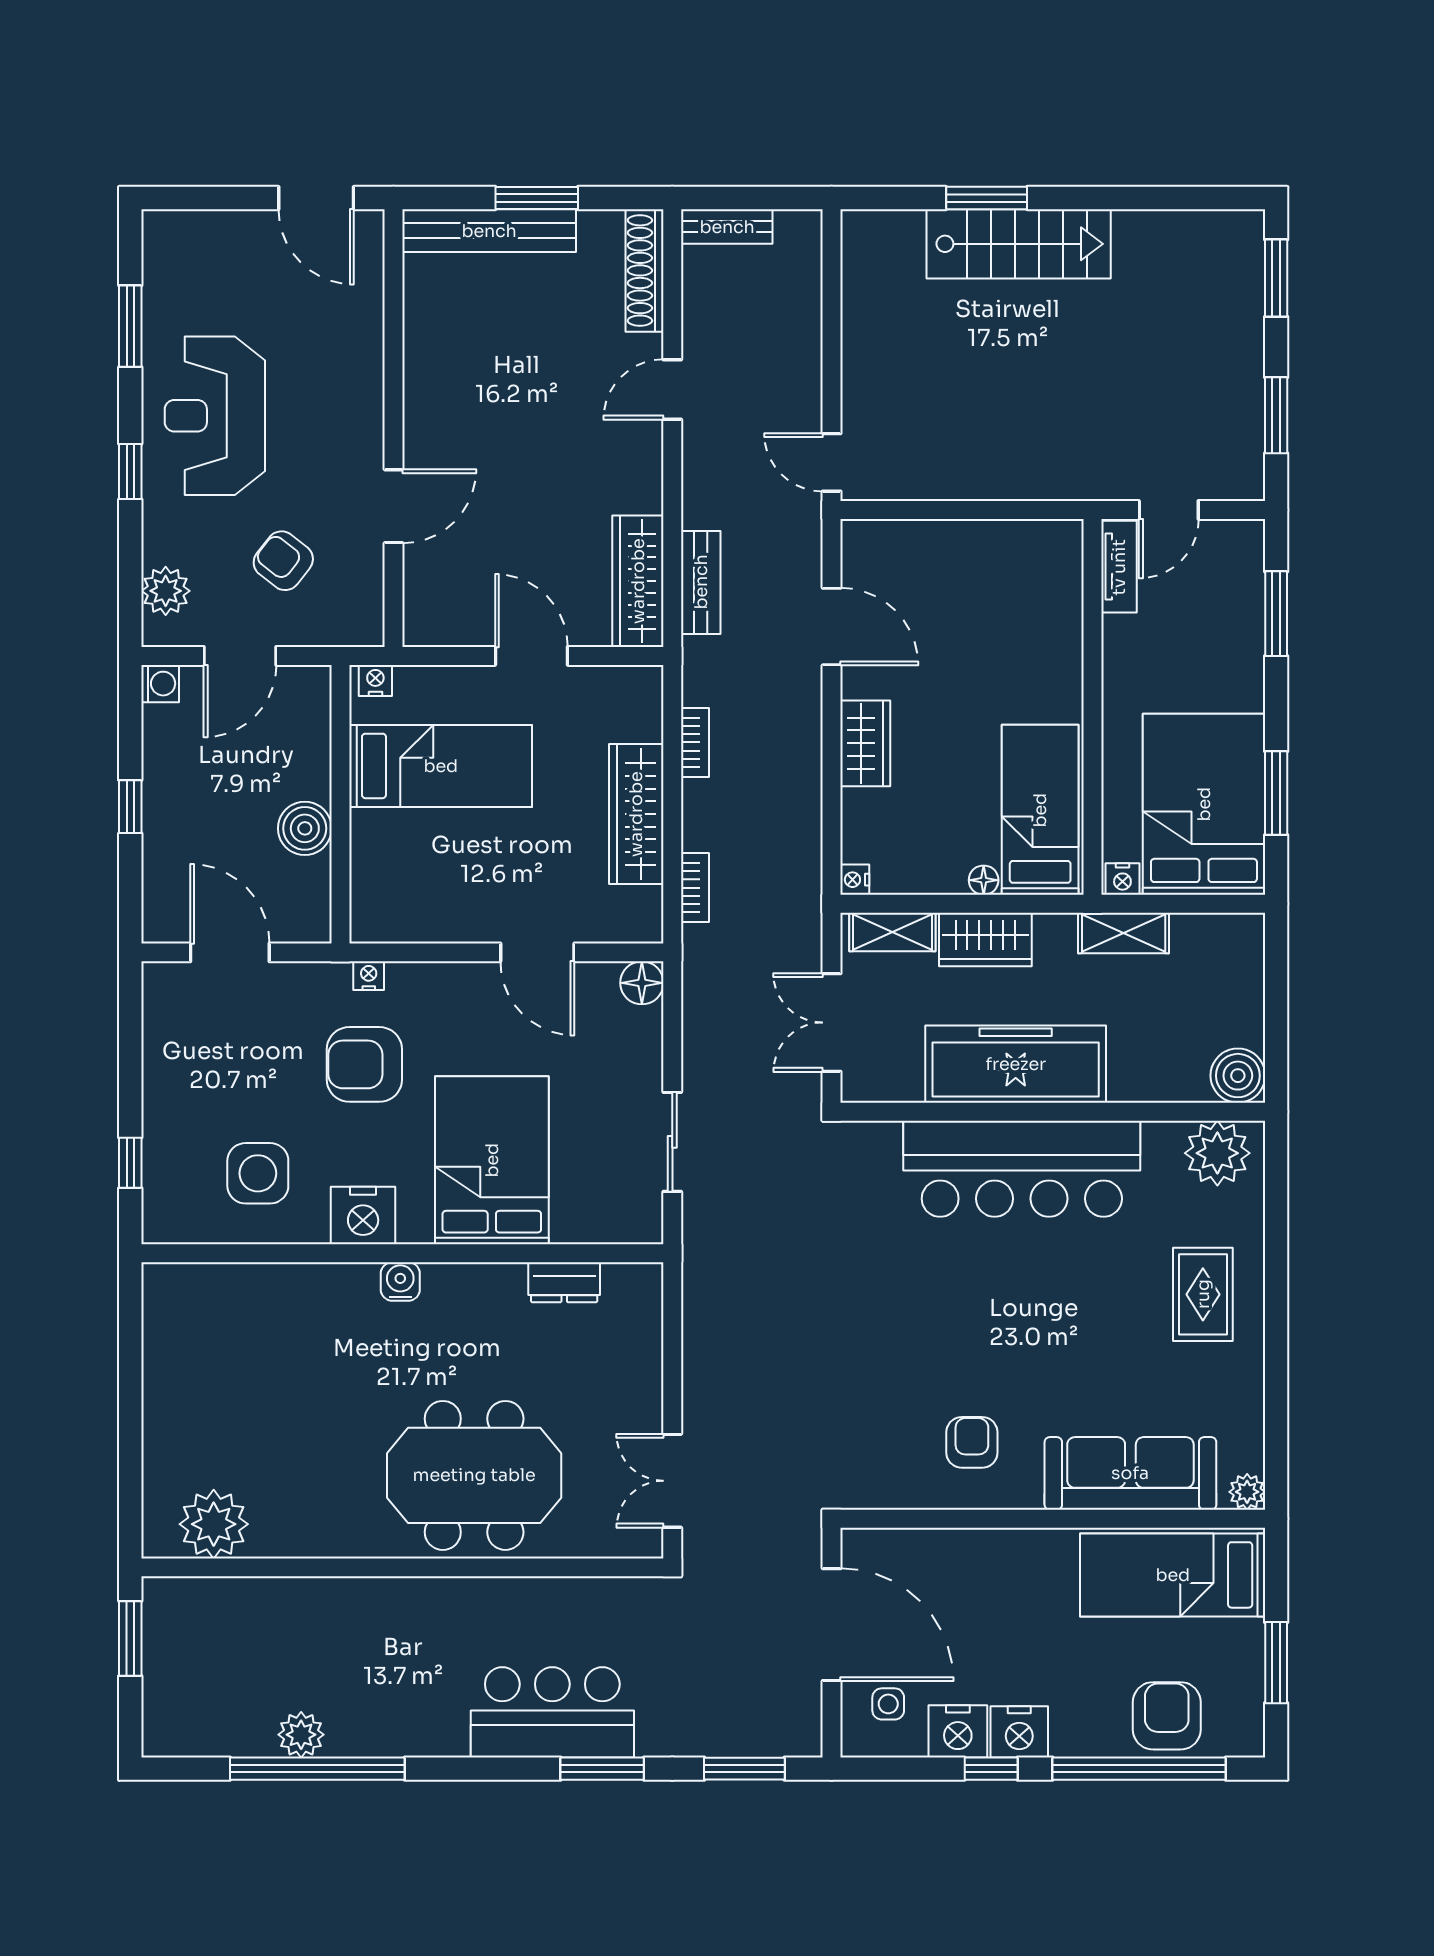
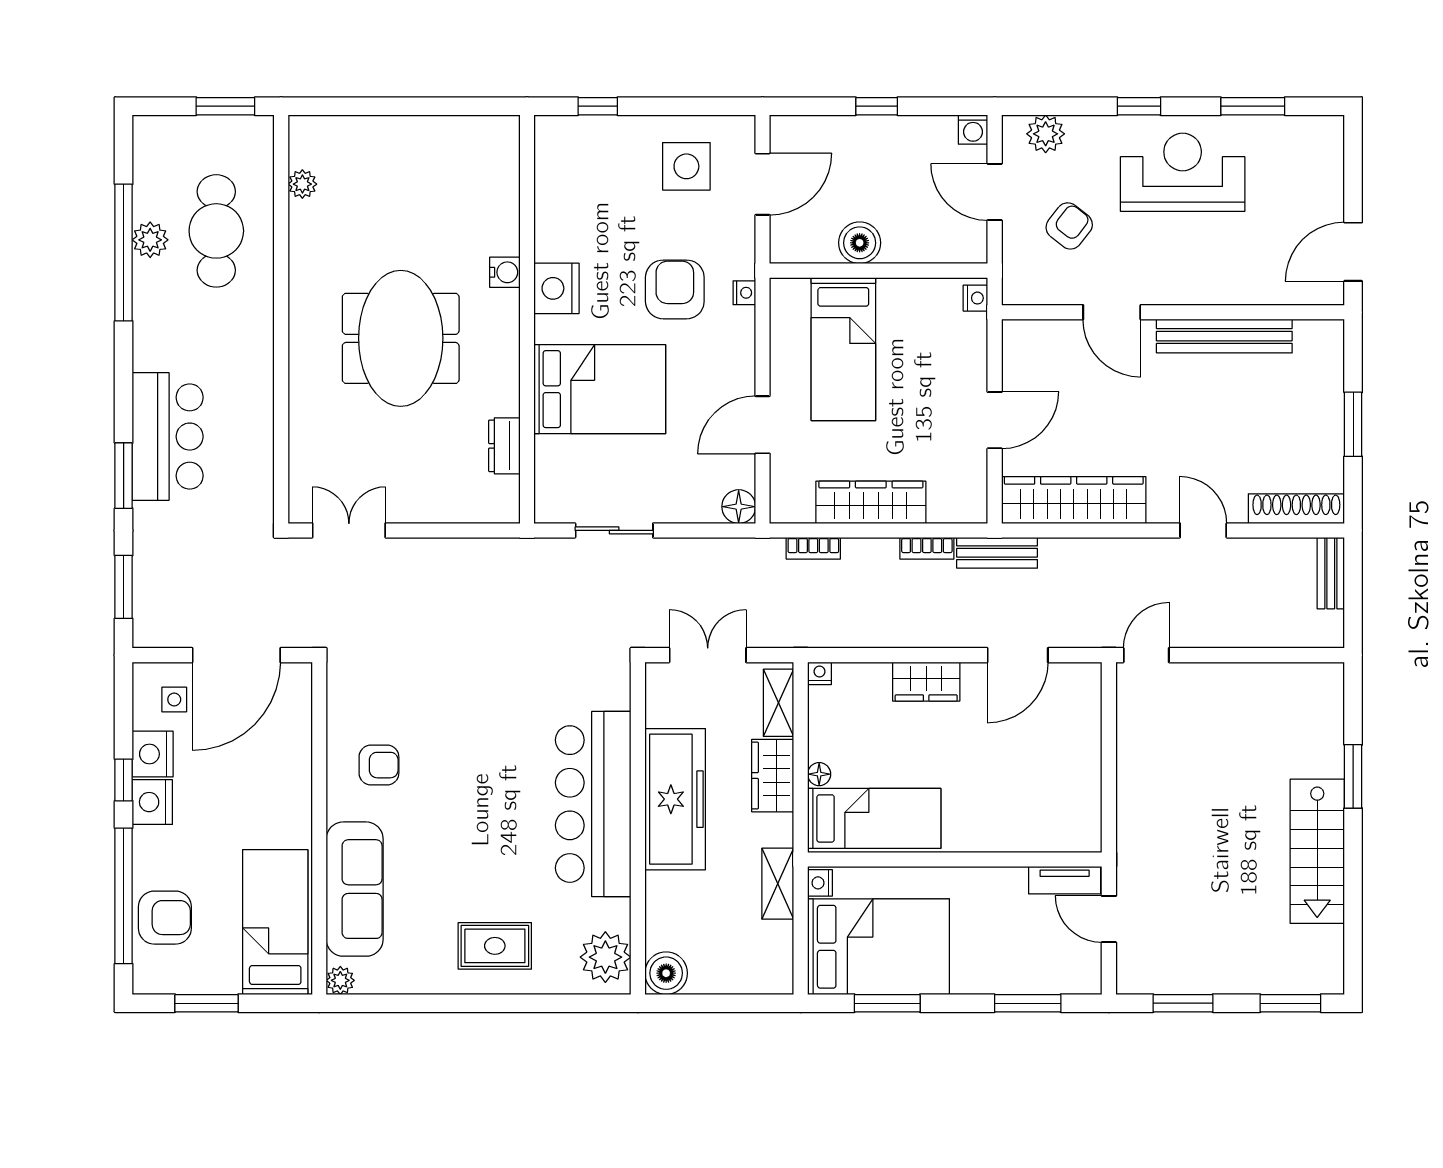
bench: (489, 231) -> (1224, 336), moved, turned 90
stairs: (1019, 244) -> (1317, 851), moved
wardrobe: (638, 581) -> (1074, 500), width x1.40, depth x1.17
bench: (701, 582) -> (997, 553), moved
bed: (441, 766) -> (843, 349), moved
side table: (258, 1173) -> (686, 166), moved
water cooler: (400, 1282) -> (505, 272), moved
meeting table: (474, 1475) -> (401, 338), moved
plant: (214, 1524) -> (302, 184), width x0.53, depth x0.53
cafe table: (290, 1650) -> (216, 231), added

